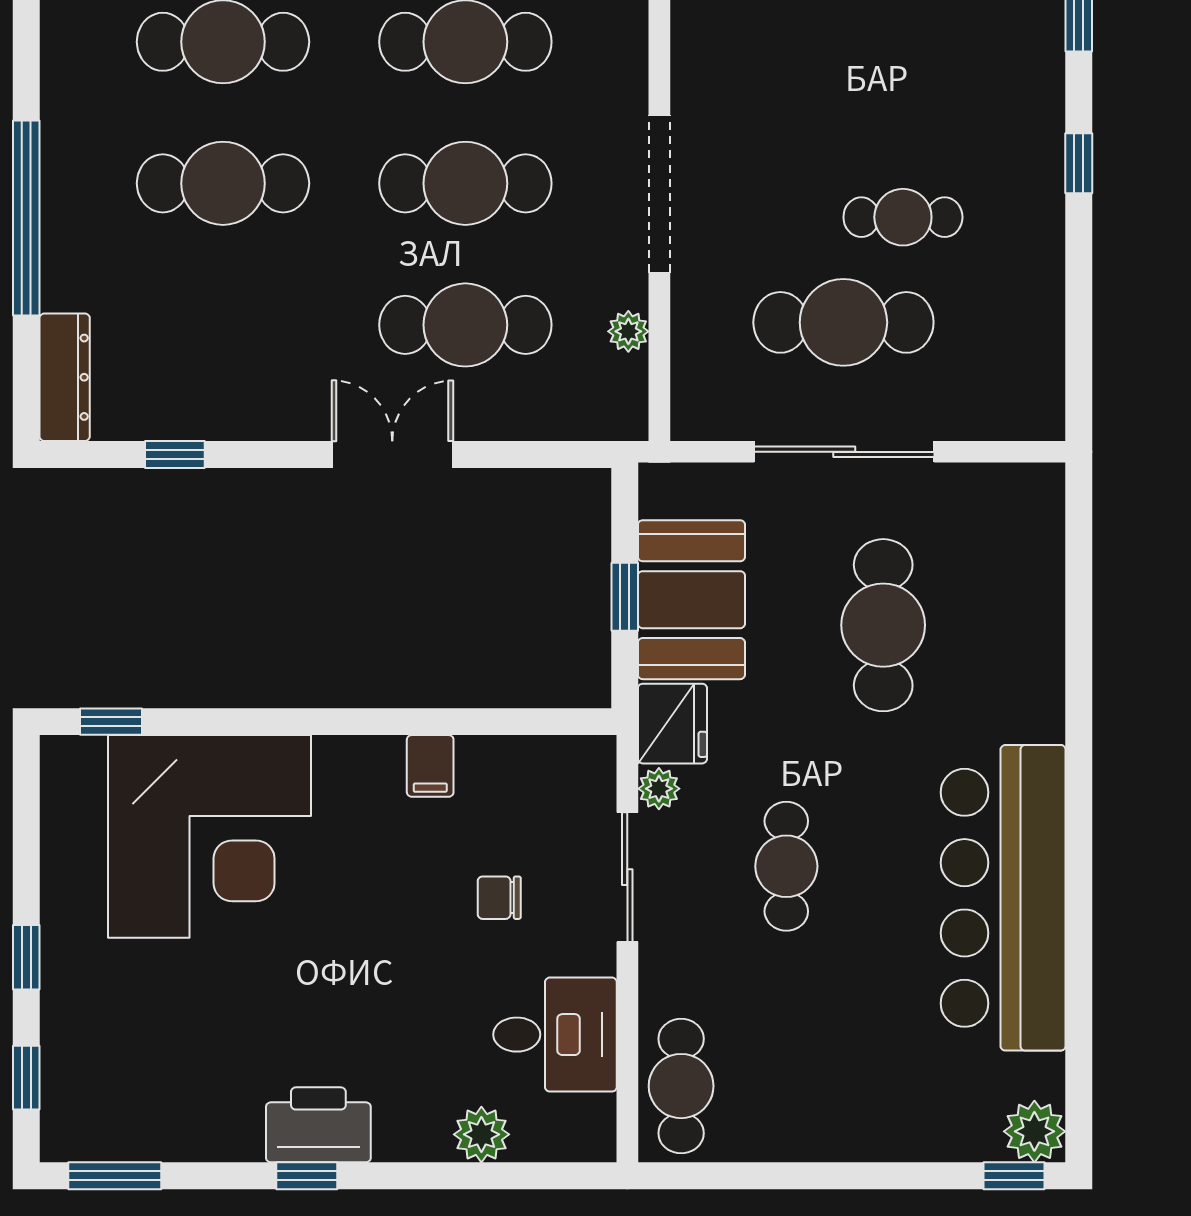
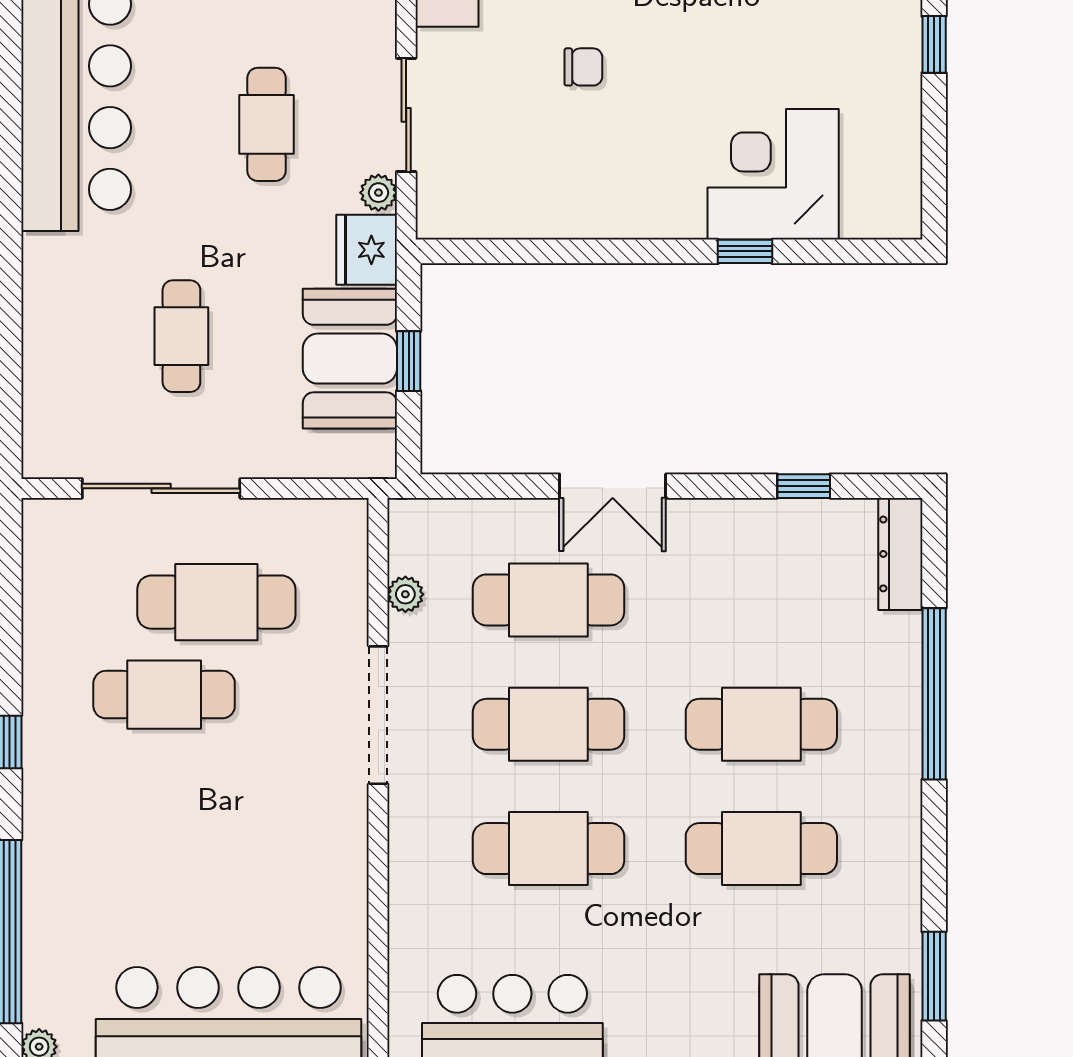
cafe table: (903, 217) -> (164, 695), width x1.37, depth x1.35
sliding door: (844, 452) -> (161, 488), moved
cafe table: (883, 625) -> (181, 336), width x0.73, depth x0.74
window: (111, 722) -> (745, 251), moved
filing cabinet: (430, 766) -> (579, 213), removed
corner desk: (210, 836) -> (773, 174), width x0.74, depth x0.74
chair: (499, 898) -> (583, 67), moved

